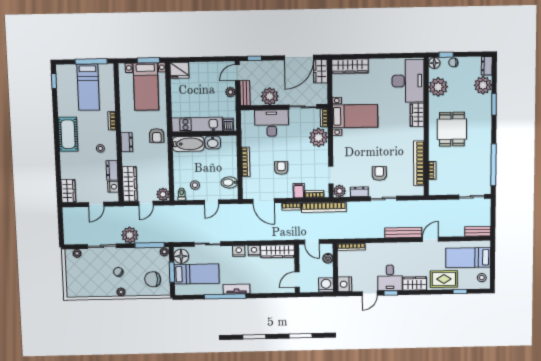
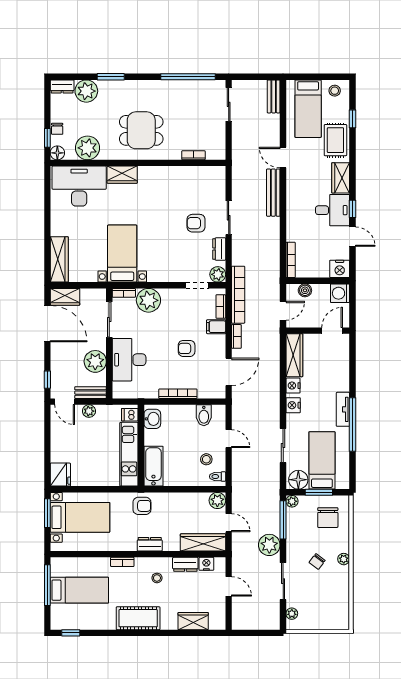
washbasin: (213, 142) -> (152, 419), moved
bookcase: (419, 163) -> (184, 172), removed
wardrobe: (68, 191) -> (193, 621), moved
door: (297, 280) -> (332, 331), swing flipped

